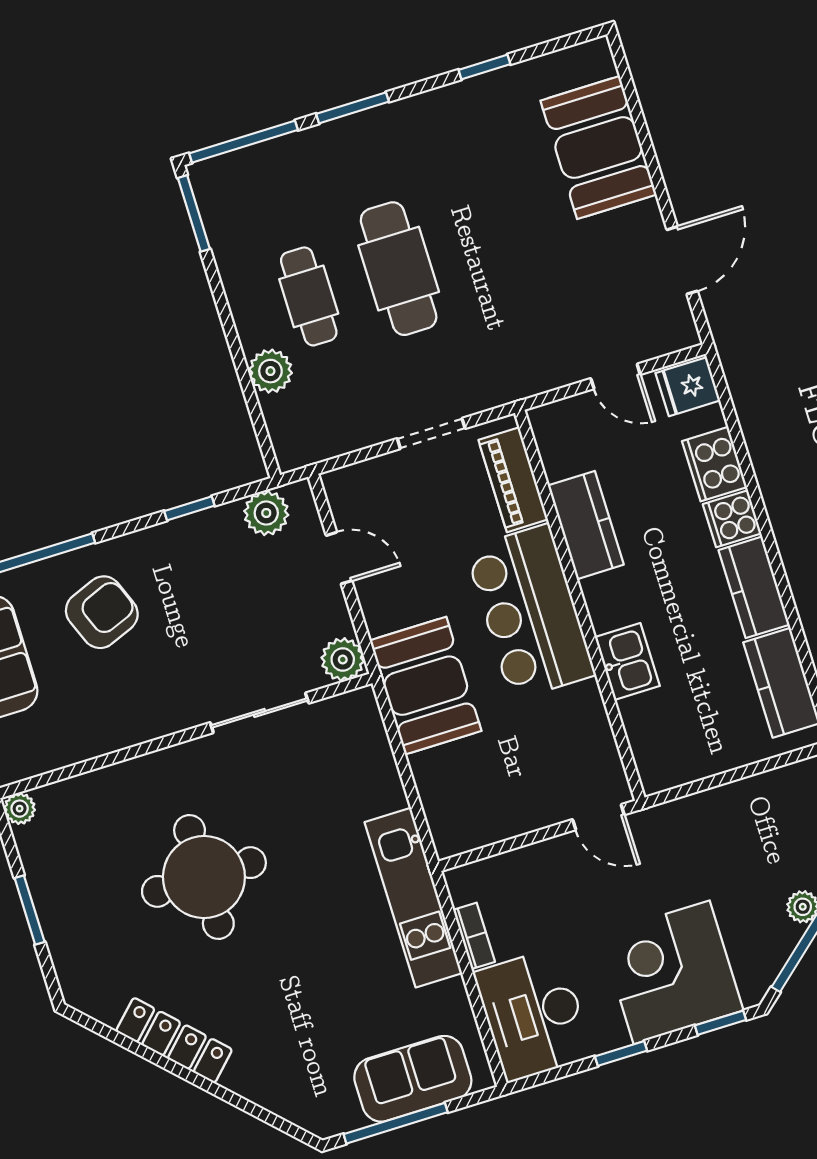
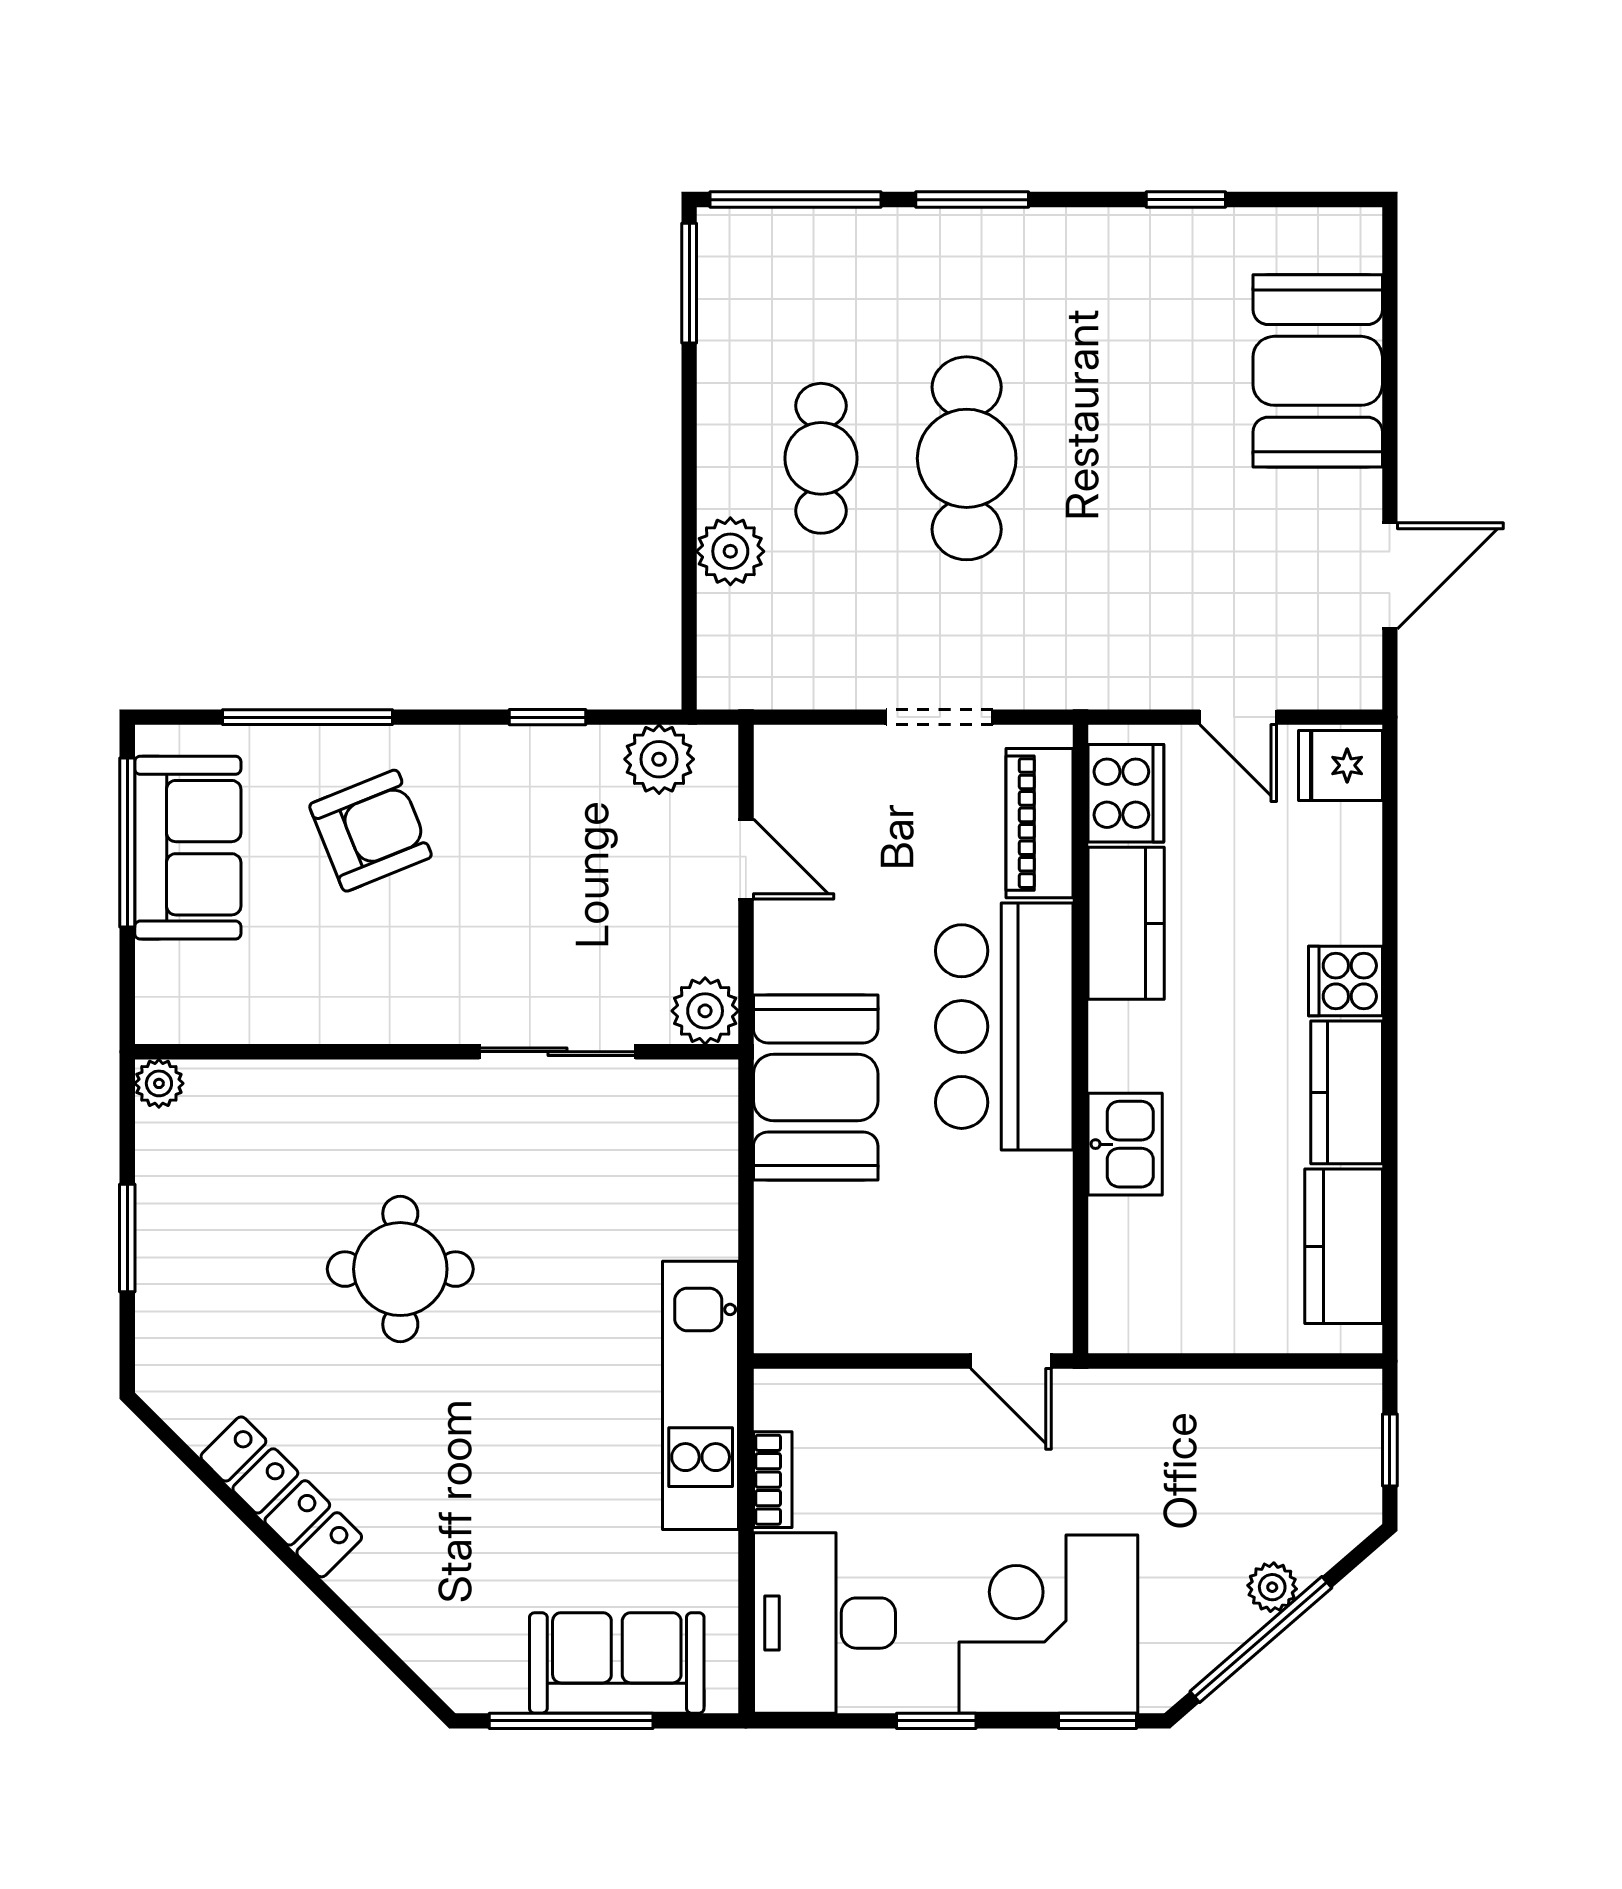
cooker: (715, 464) -> (1126, 793), moved, turned 180
round table: (204, 877) -> (400, 1269), width x0.73, depth x0.73

